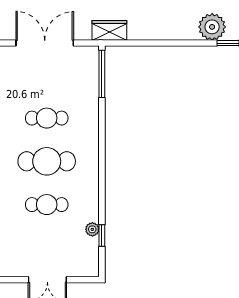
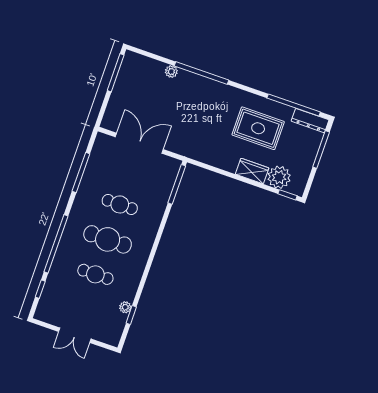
wardrobe: (109, 30) -> (252, 171), moved

